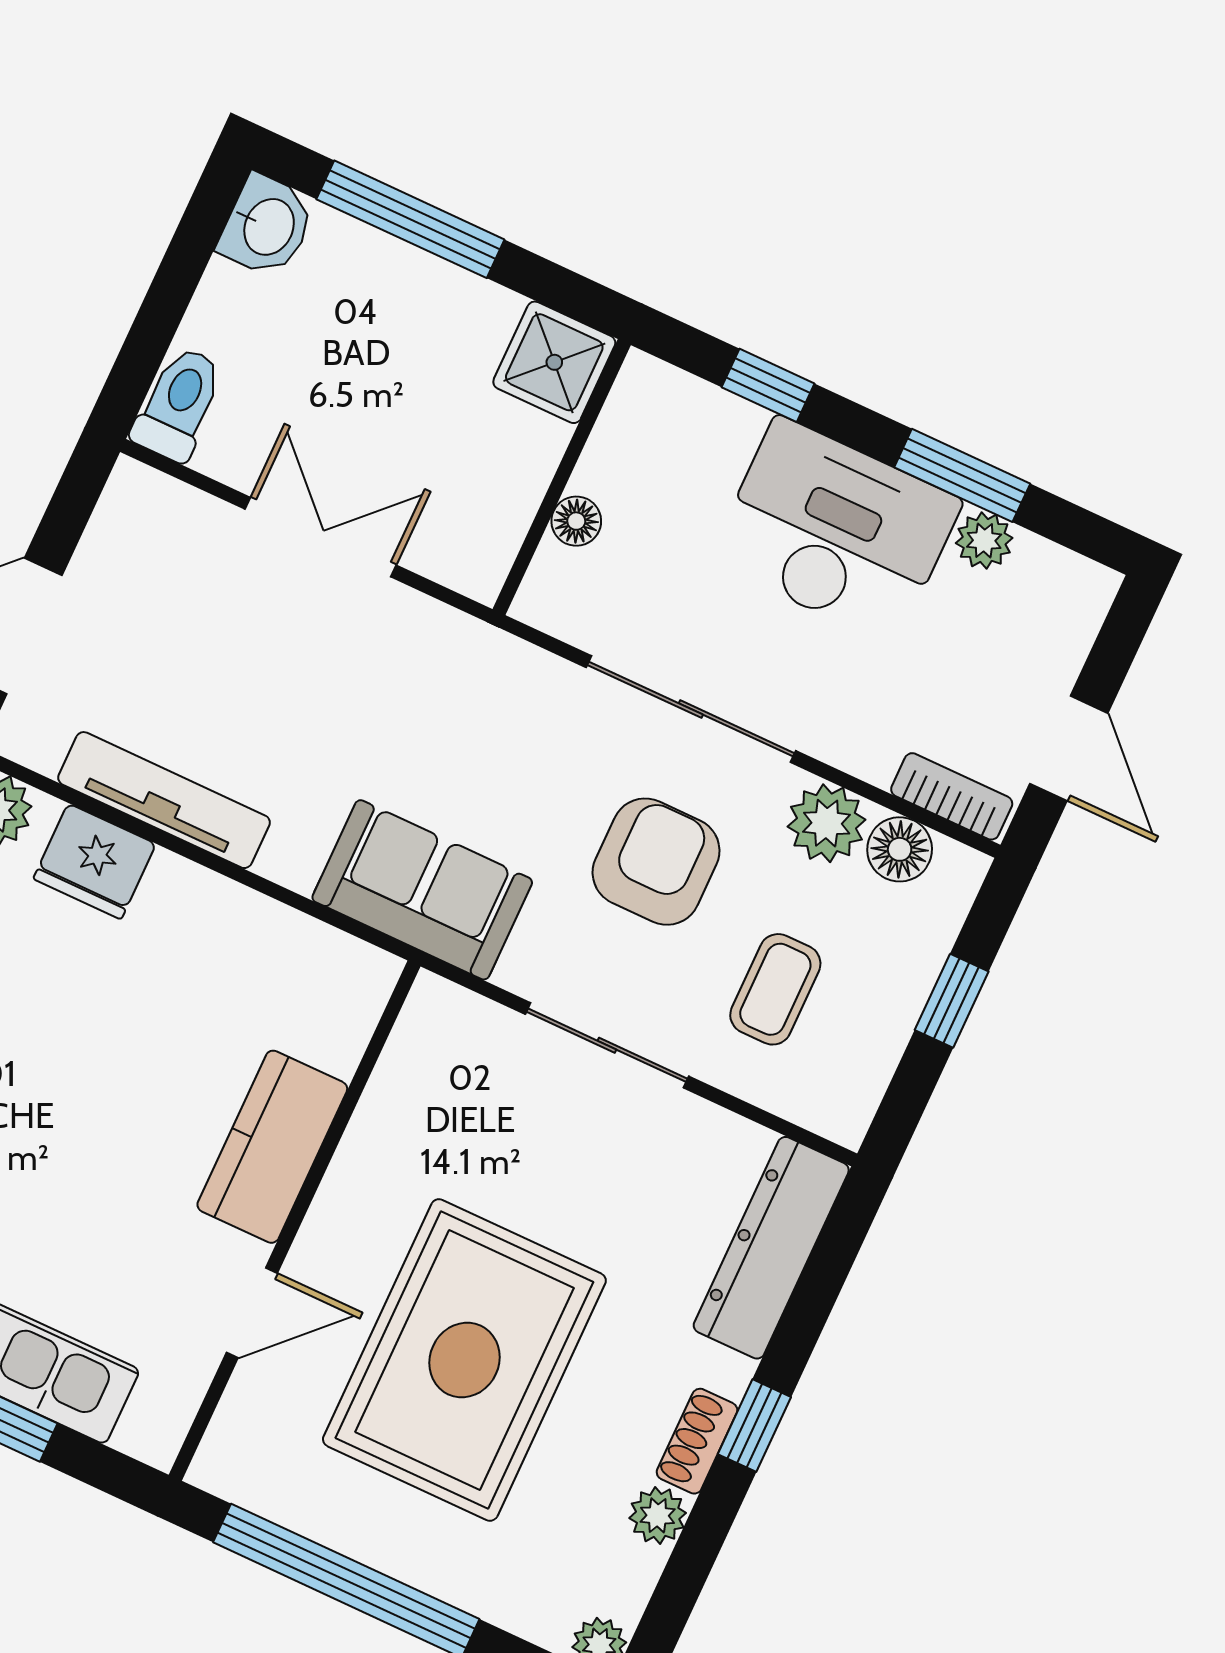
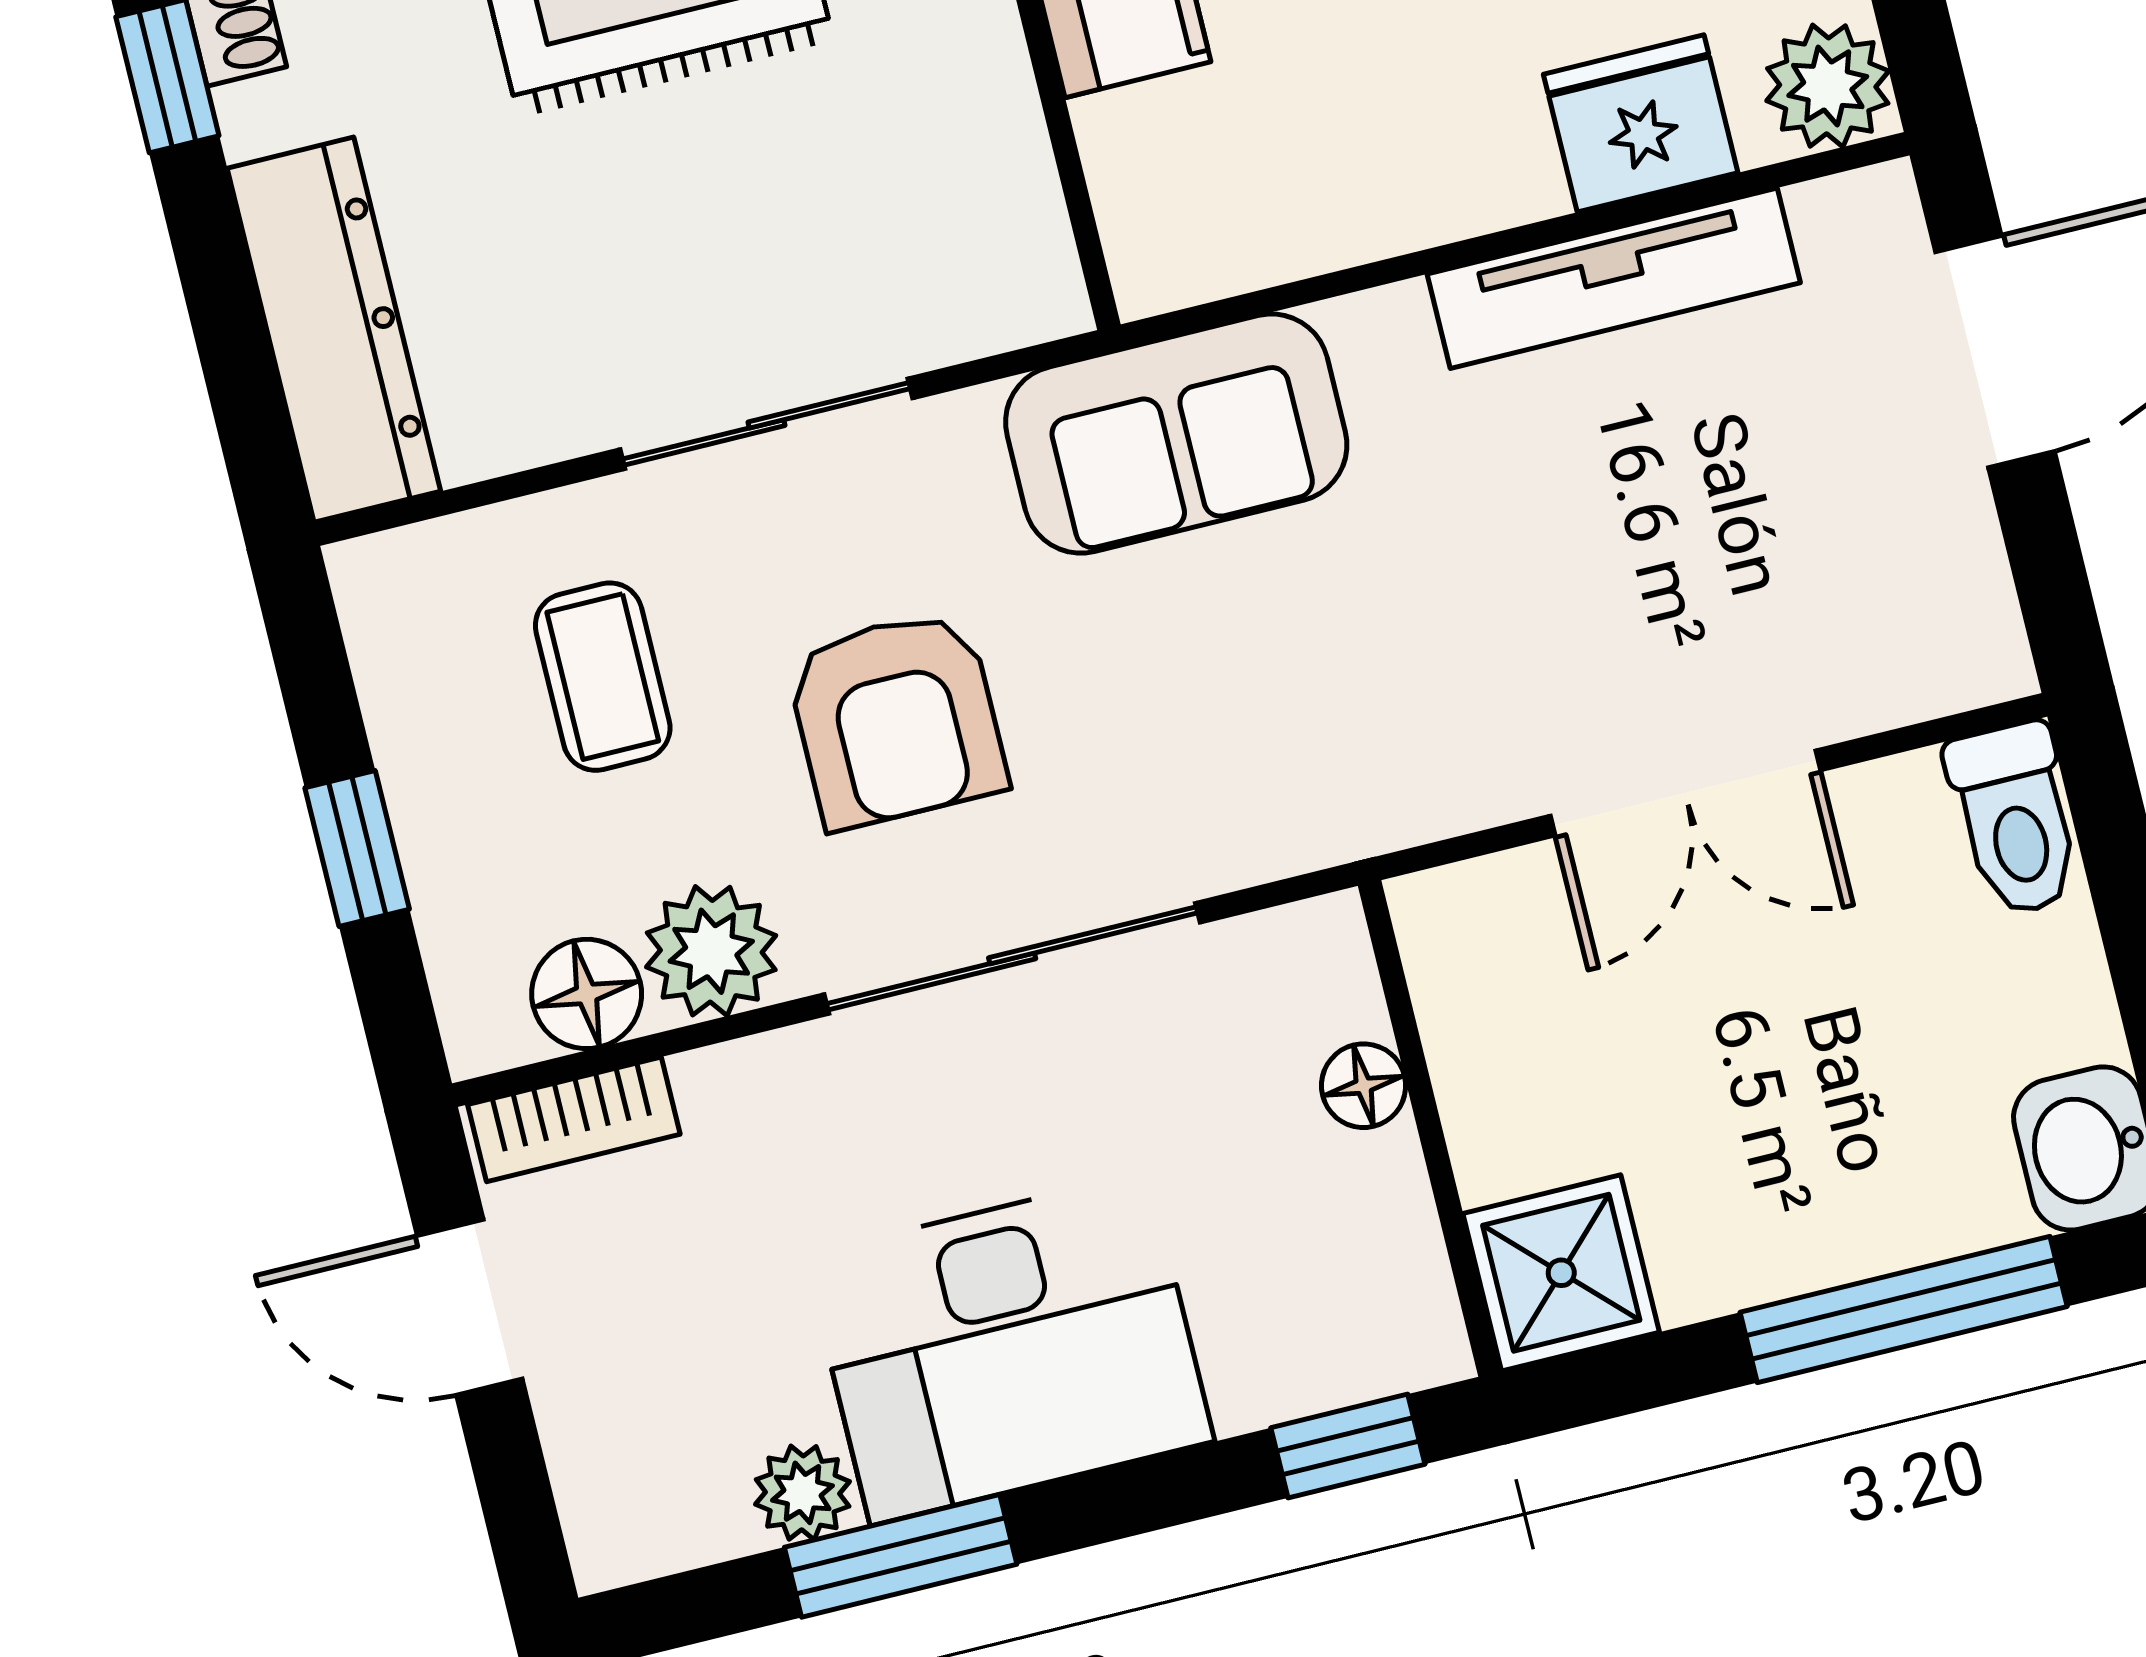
window: (768, 385) -> (1348, 1446), moved

